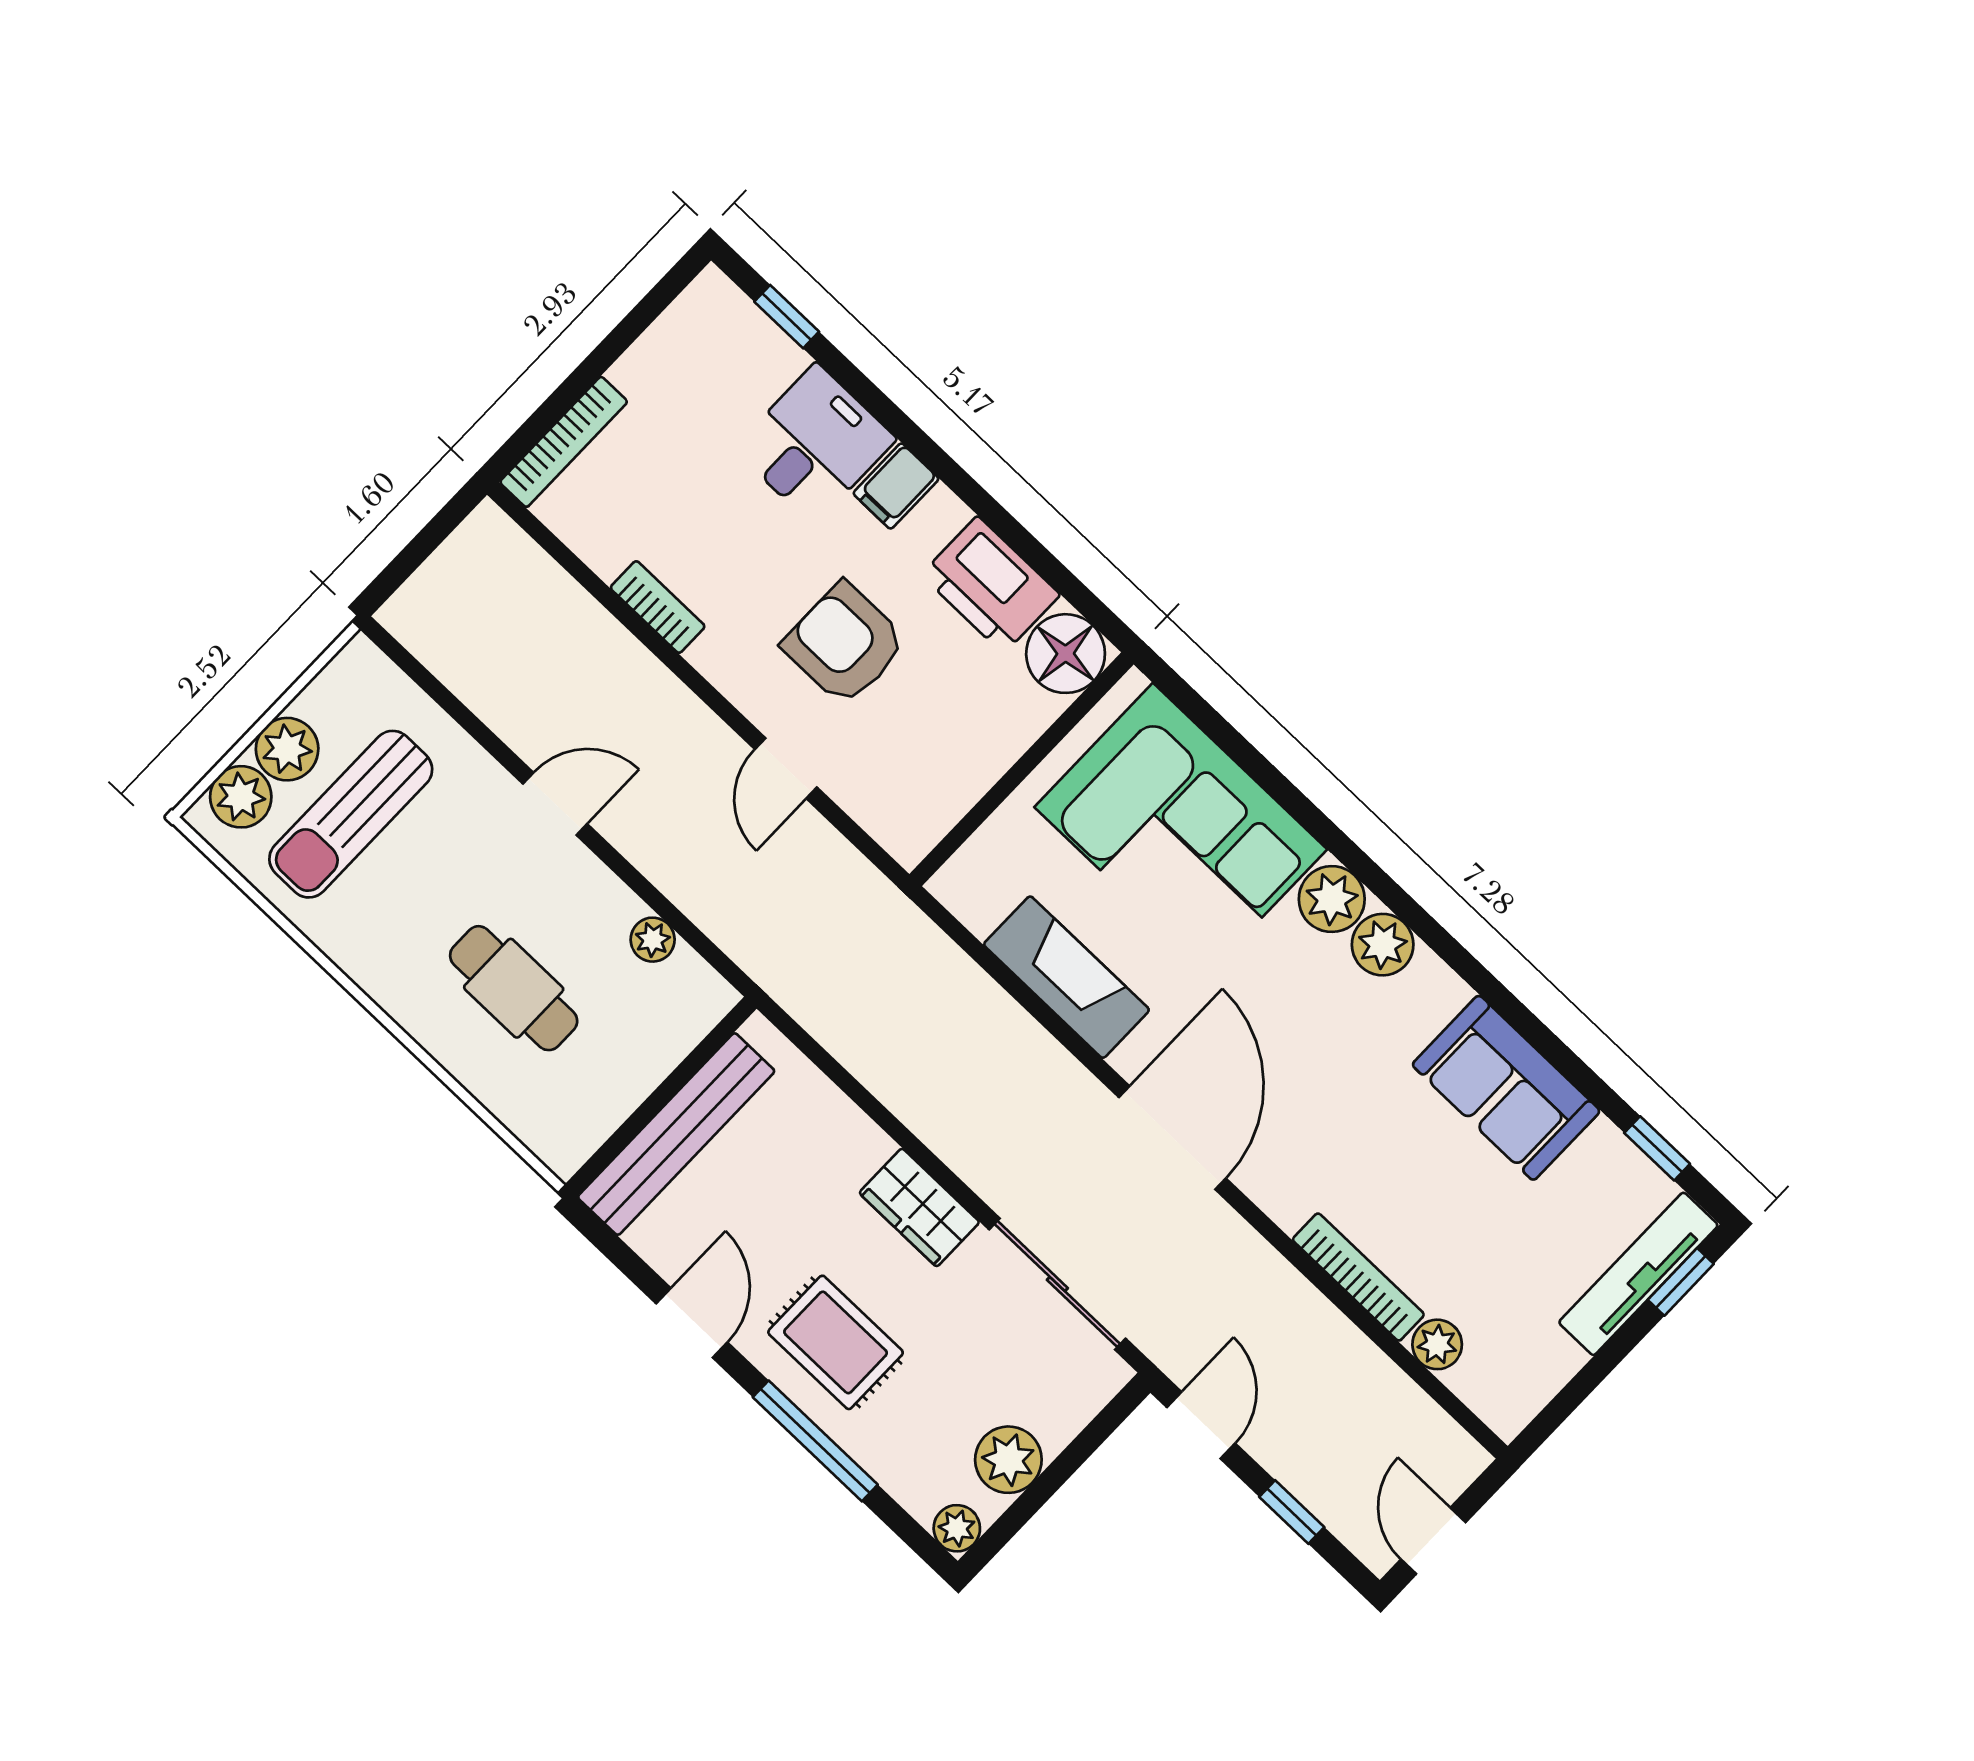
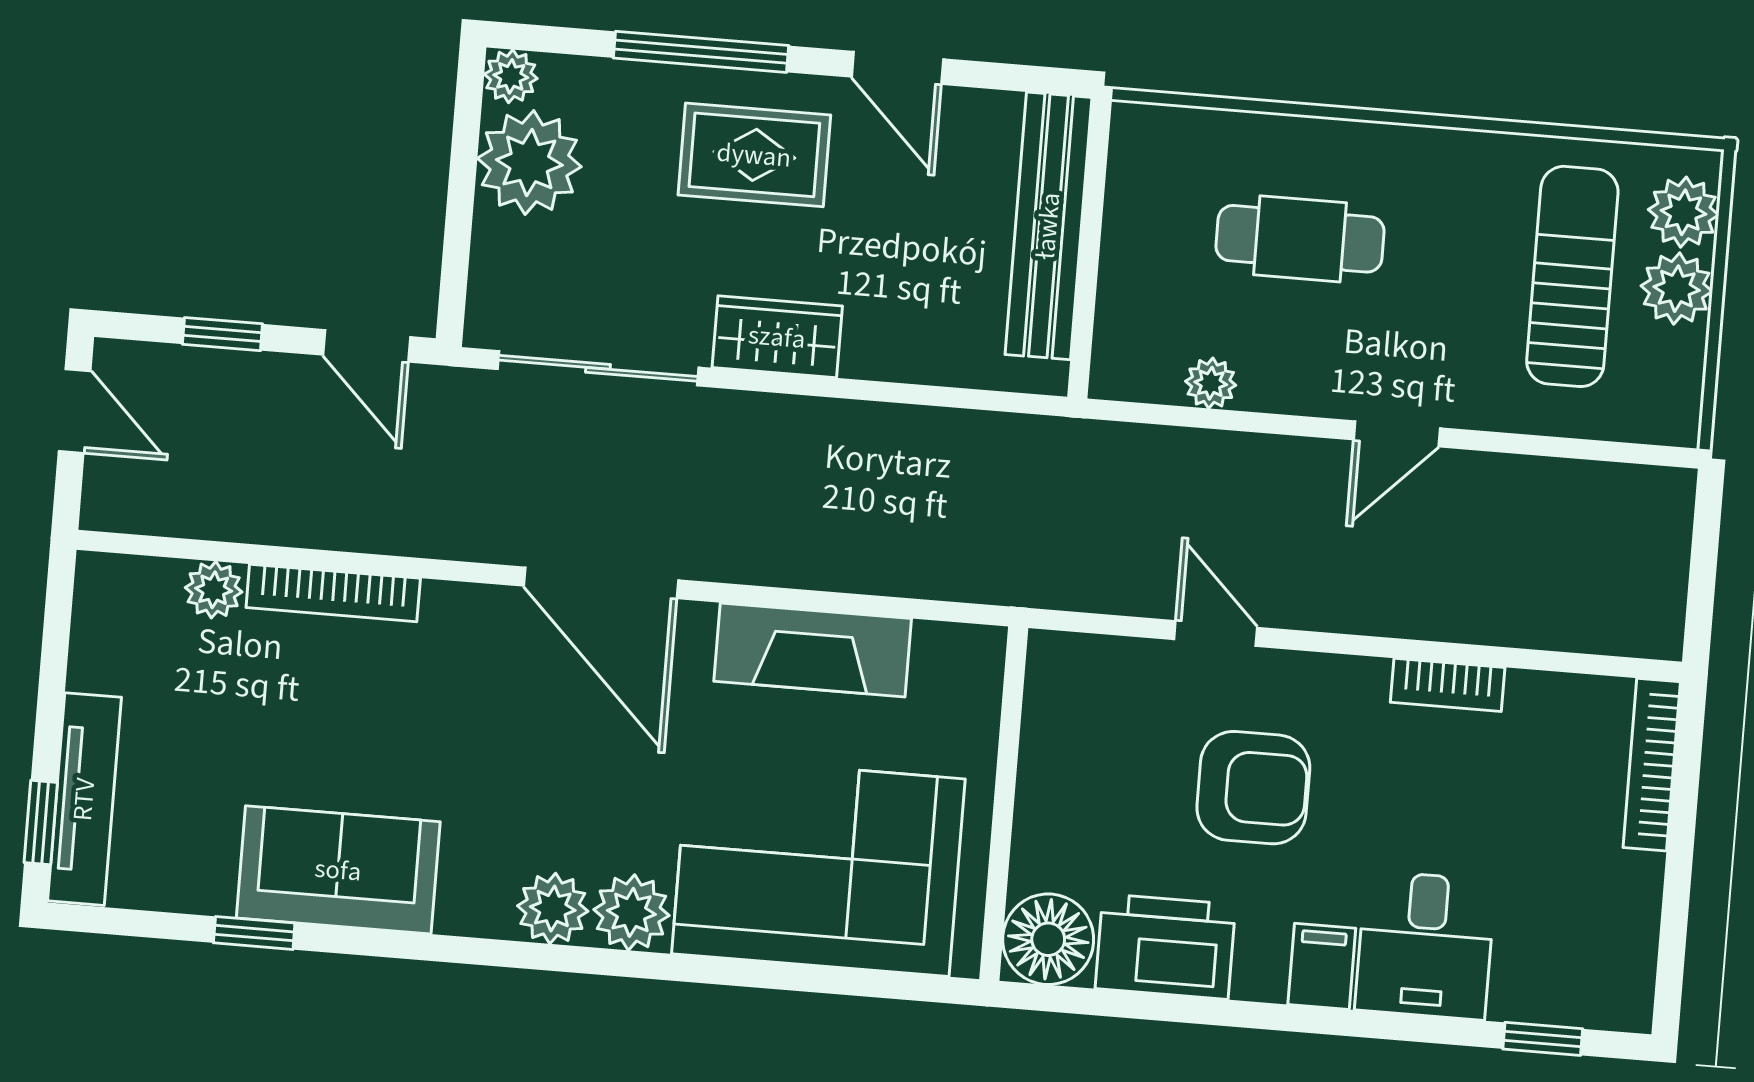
window: (1657, 1148) -> (254, 933), moved
plant: (1008, 1460) -> (529, 162), width x1.36, depth x1.36

